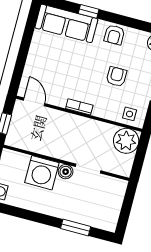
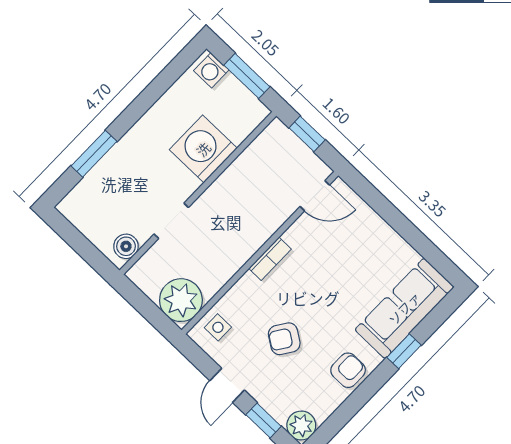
armchair: (114, 35) -> (348, 370), turned 90
armchair: (116, 77) -> (284, 339), turned 124
boiler: (66, 172) -> (126, 246), moved

